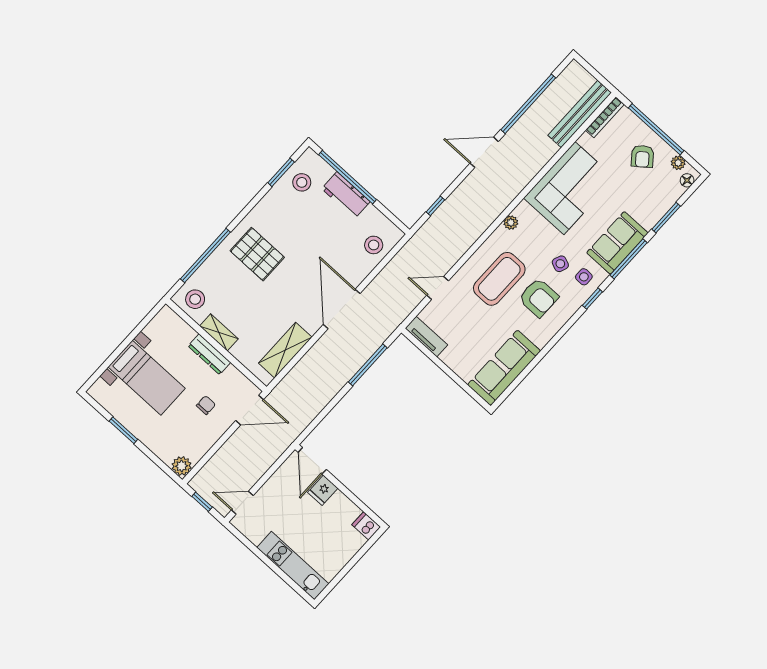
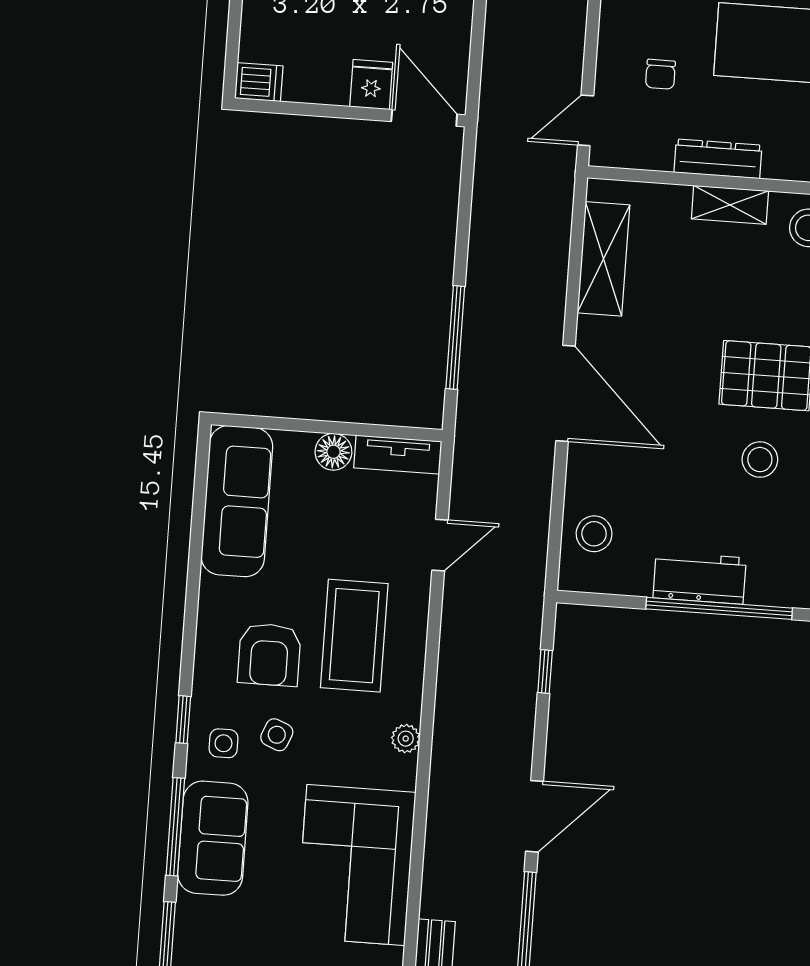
stool: (302, 182) -> (760, 460), moved
armchair: (539, 298) -> (269, 655), turned -90
floor lamp: (451, 358) -> (333, 452), added
door: (250, 410) -> (586, 120), width x0.73

